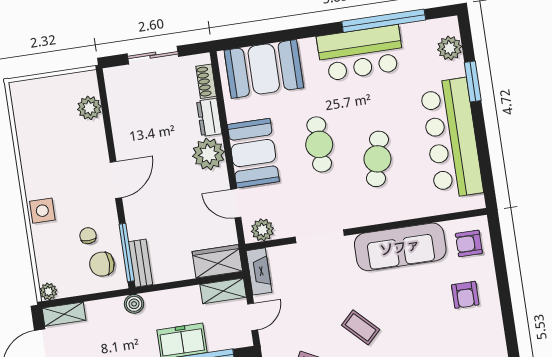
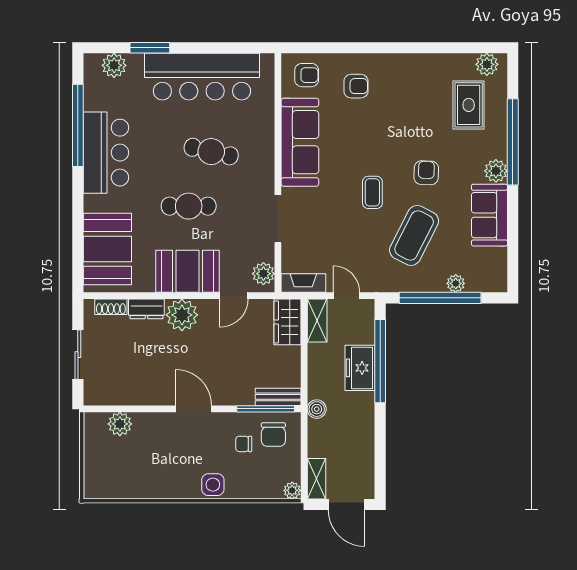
armchair: (469, 243) -> (307, 75), turned -90
coffee table: (361, 327) -> (372, 192), turned -45

